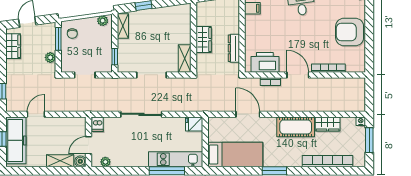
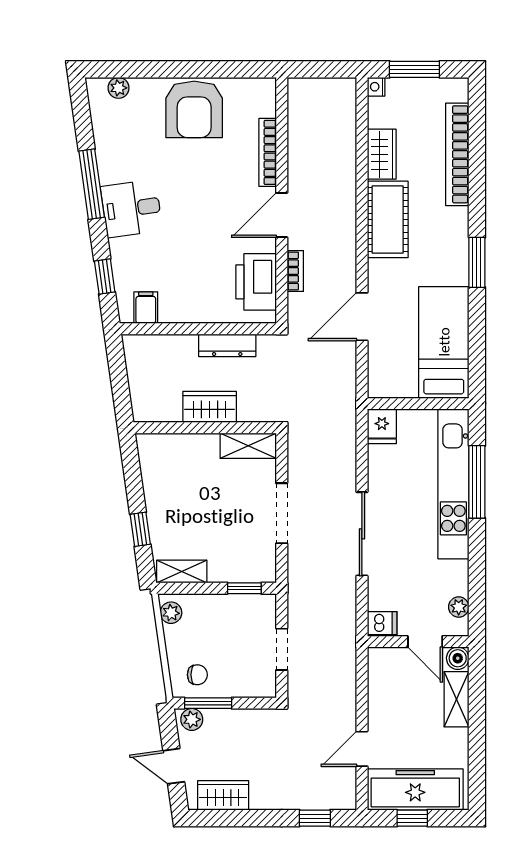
plant: (50, 57) -> (192, 719), moved
door: (36, 114) -> (362, 749), hinge flipped
kitchen unit: (176, 159) -> (453, 484), width x1.36

